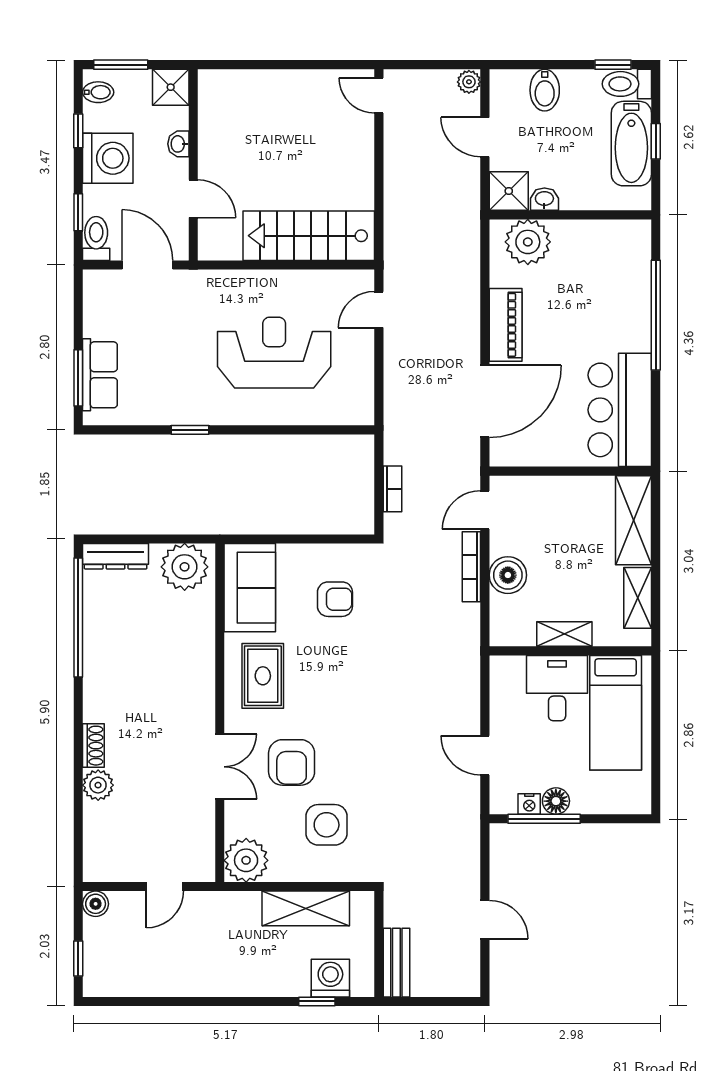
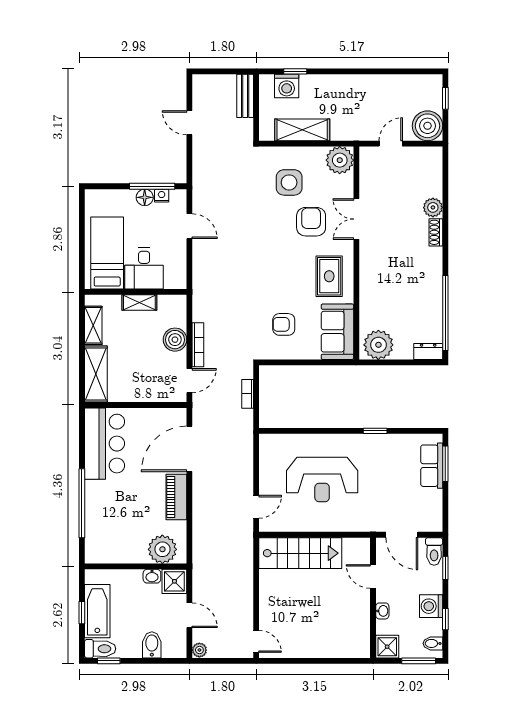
washing machine: (108, 158) -> (431, 606), width x0.73, depth x0.73
dresser: (116, 556) -> (428, 352), width x0.70
boiler: (96, 904) -> (427, 126), width x1.86, depth x1.86

